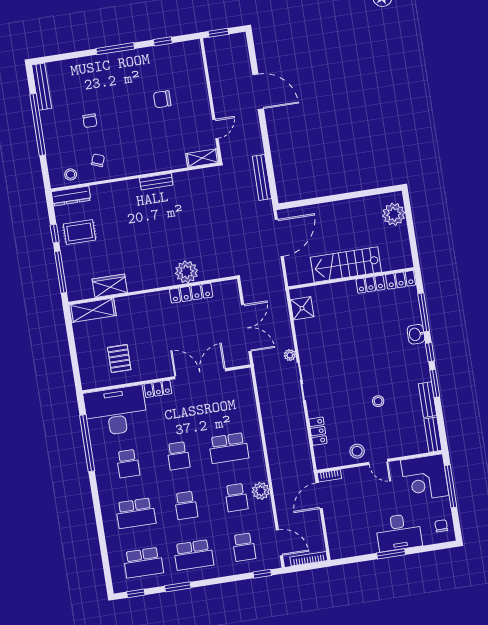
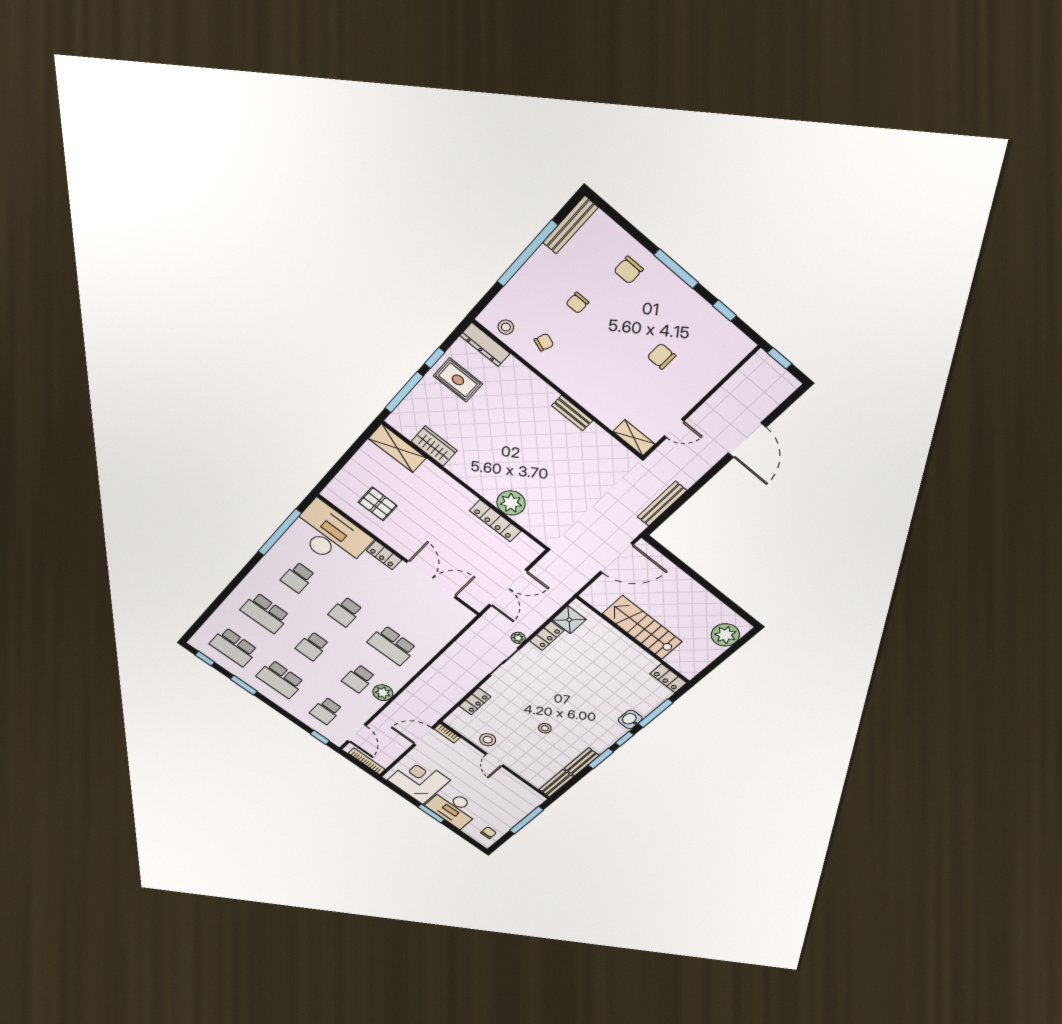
chair: (94, 76) -> (628, 270), added
locker: (370, 284) -> (547, 636), moved, turned -90
pallet: (119, 359) -> (378, 504), turned 90
corner desk: (425, 478) -> (419, 780), moved, turned 90

